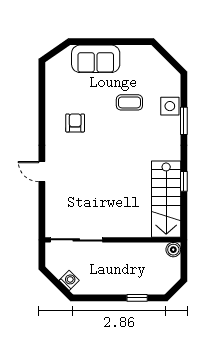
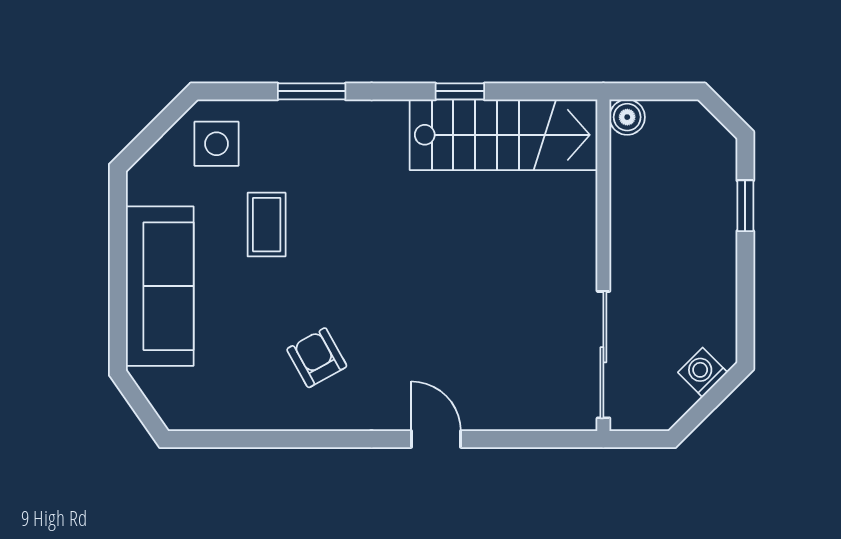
sofa: (96, 59) -> (160, 286), width x1.36
side table: (170, 106) -> (216, 144), moved
armchair: (75, 123) -> (317, 358), turned 61
door: (42, 172) -> (436, 439), swing flipped

